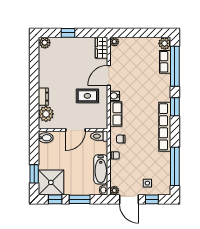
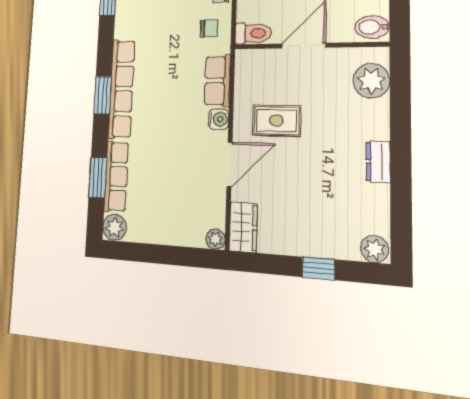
row of seats: (165, 62) -> (116, 176), width x1.48
window: (175, 66) -> (98, 178), width x0.47
dresser: (43, 97) -> (378, 162), moved
row of seats: (165, 127) -> (121, 89), moved

